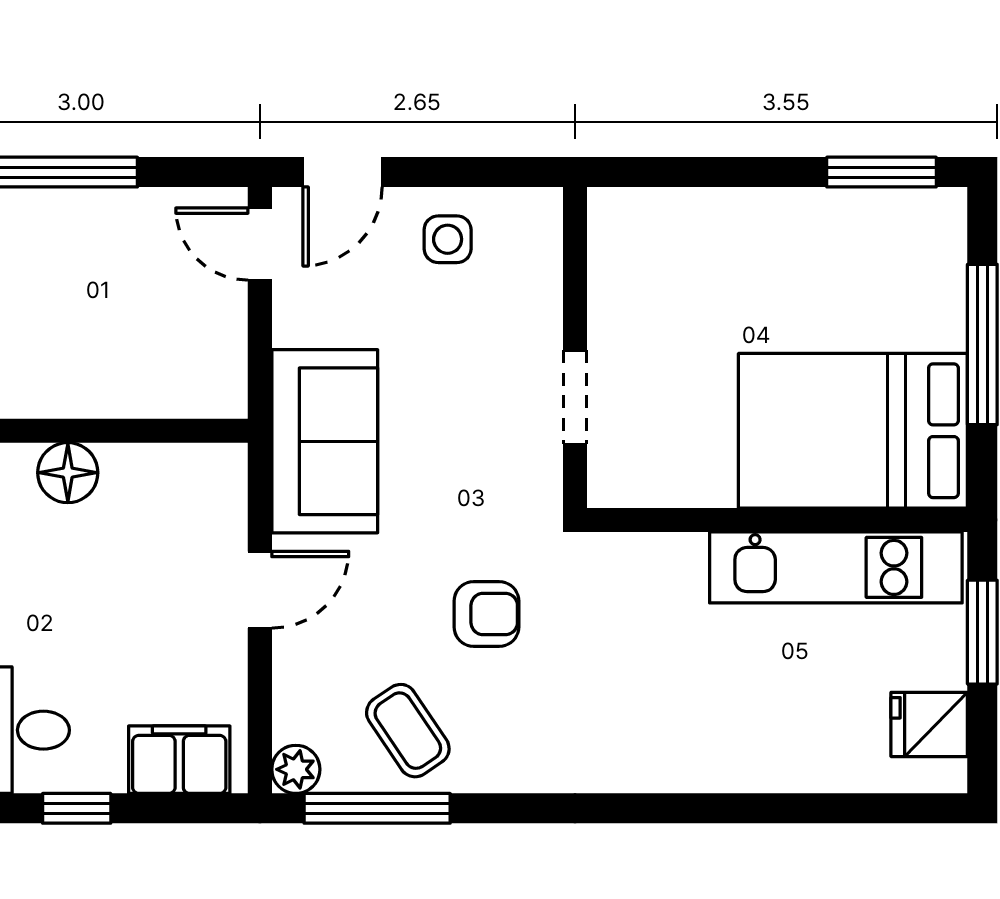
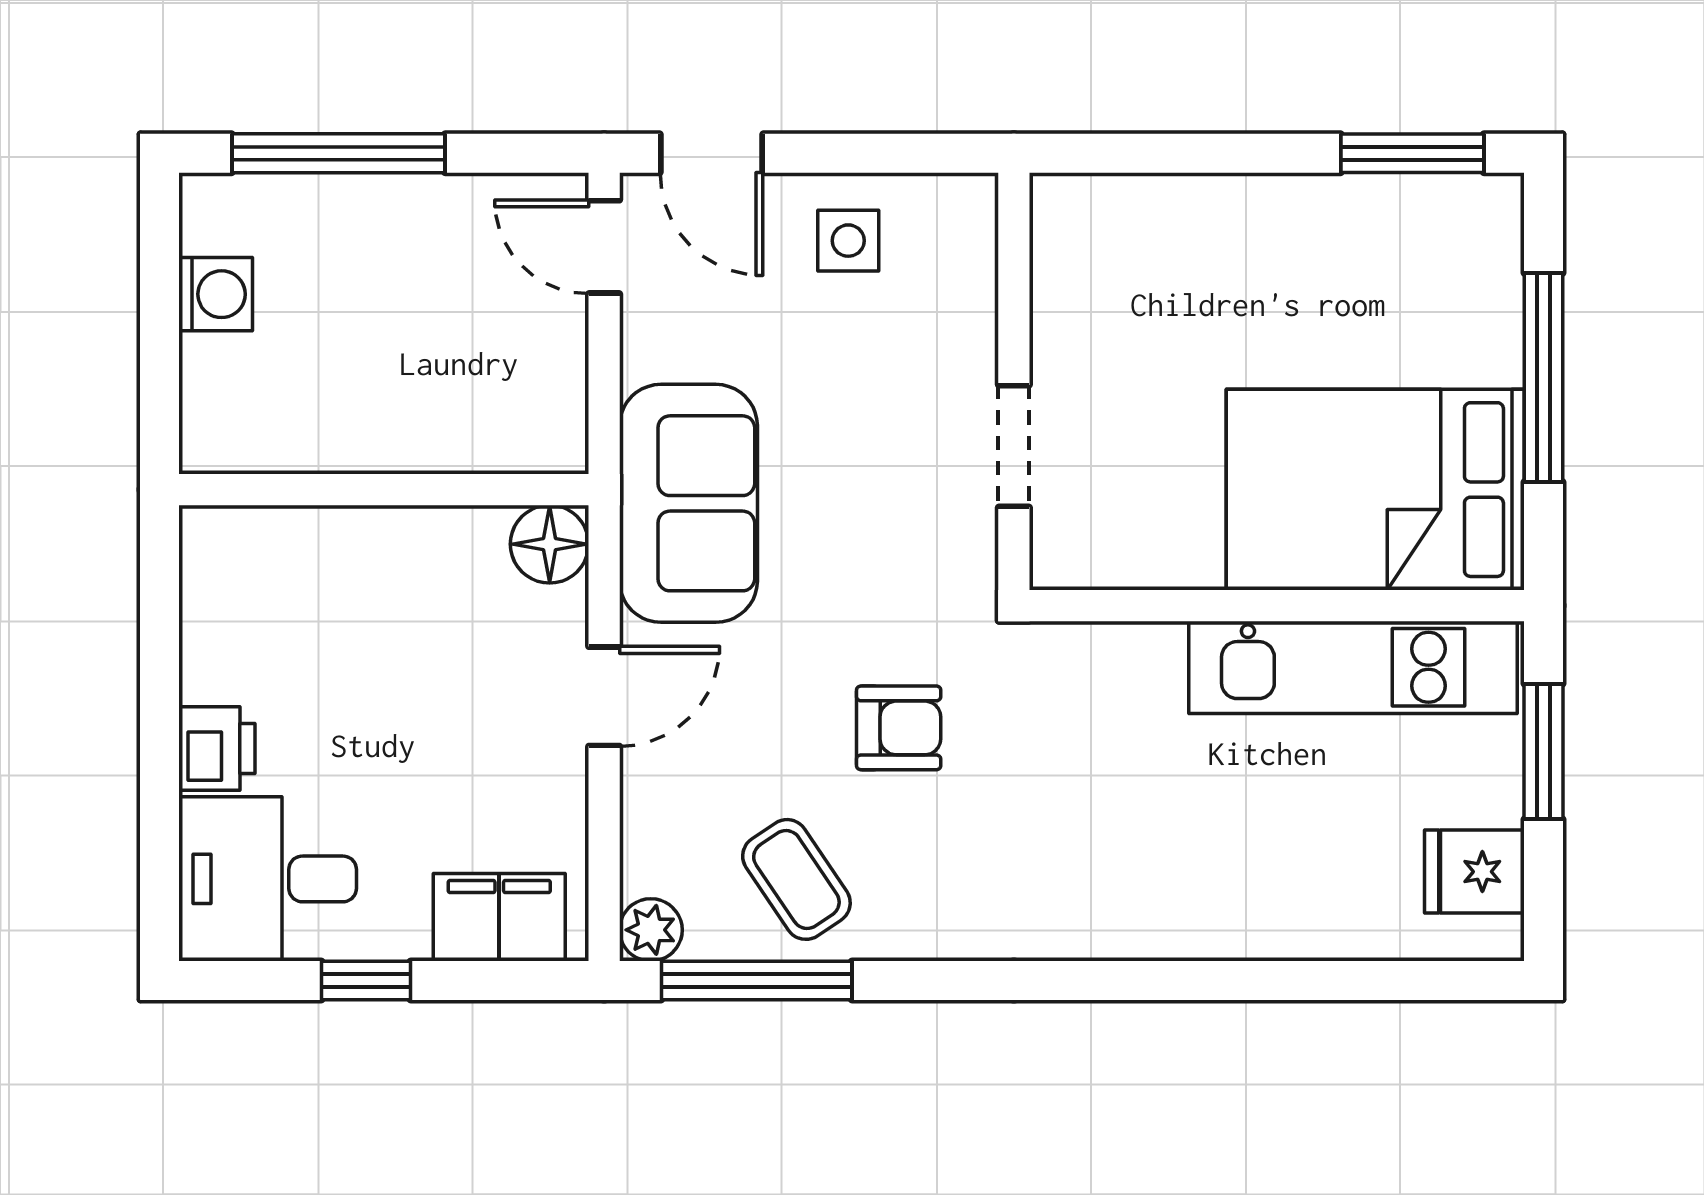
door: (342, 172) -> (712, 153), hinge flipped
floor lamp: (68, 473) -> (550, 544), moved

